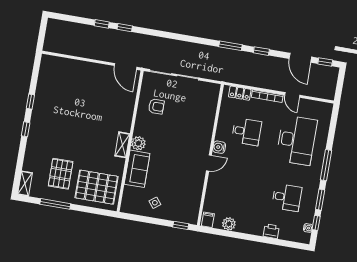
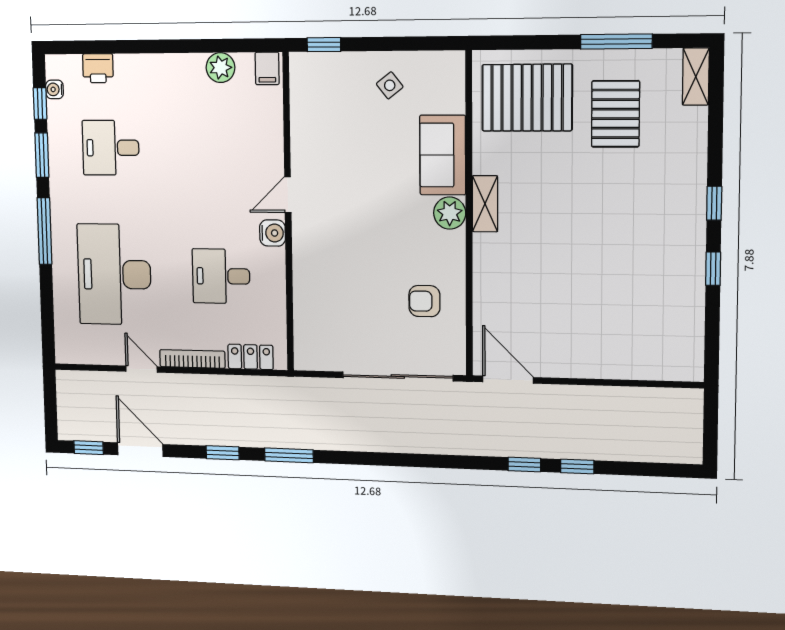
printer: (271, 231) -> (98, 68), moved

